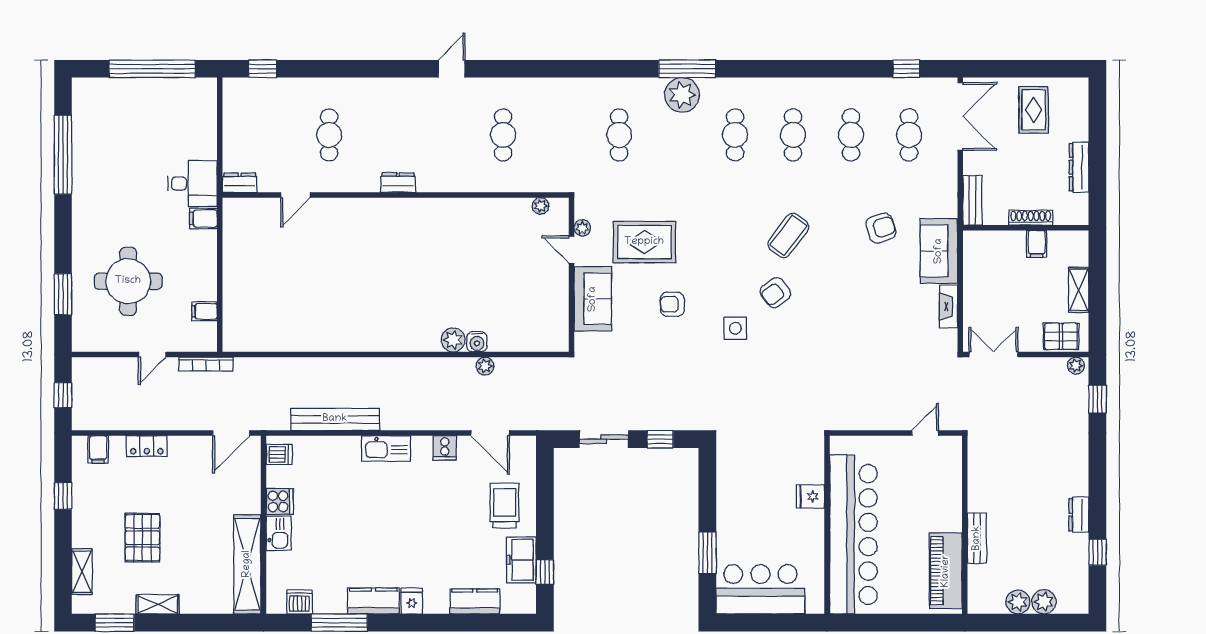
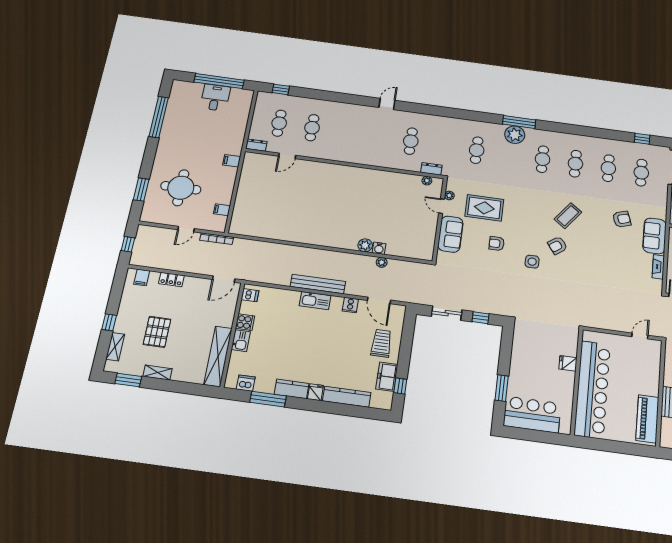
cafe table: (271, 135) -> (279, 123), added
dresser: (398, 183) -> (431, 169), moved
desk: (192, 184) -> (215, 98), moved, turned -90
bench: (335, 419) -> (318, 284), moved
window: (63, 496) -> (109, 322), moved
kitchen counter: (475, 602) -> (347, 397), width x1.50

